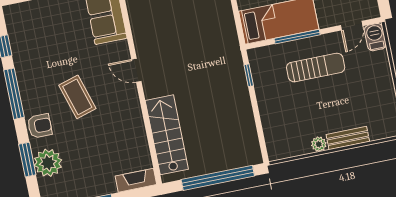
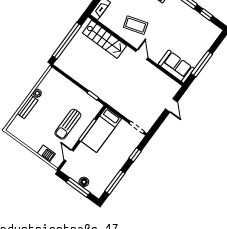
barbecue: (375, 37) -> (46, 153), moved
door: (136, 70) -> (142, 55), hinge flipped
coffee table: (77, 97) -> (136, 25), moved

